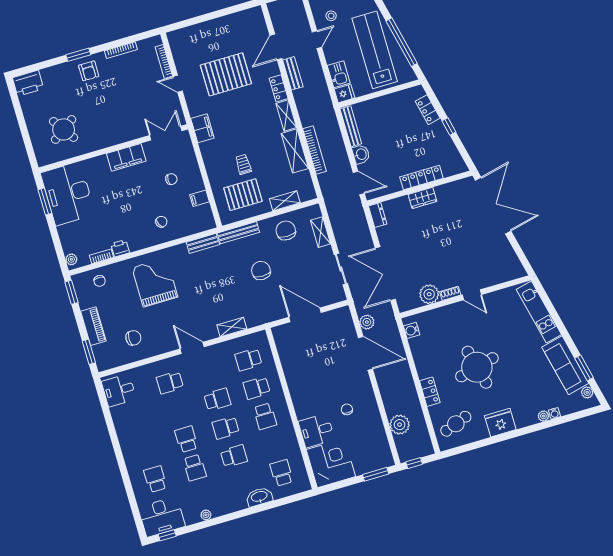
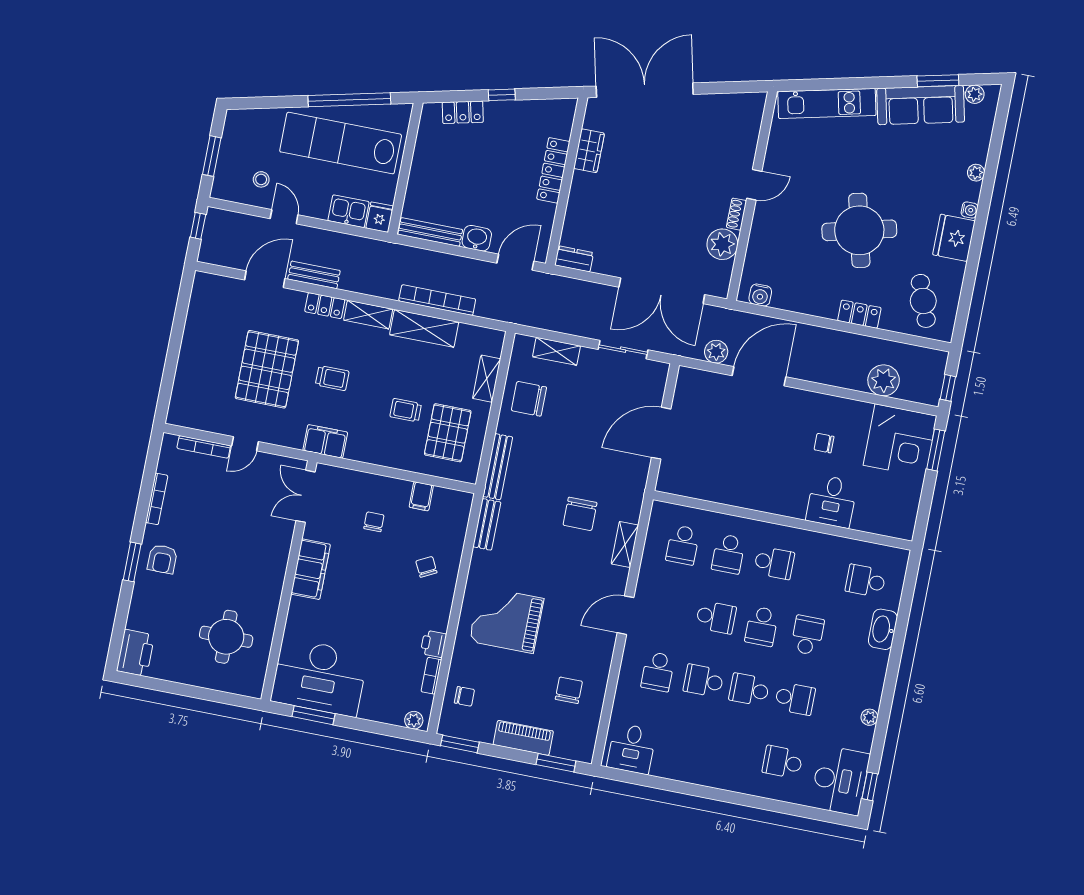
door: (276, 47) -> (265, 279), swing flipped
armchair: (89, 71) -> (162, 559), turned 90
trolley: (240, 114) -> (332, 378), added
round table: (64, 129) -> (226, 637), turned 35
wardrobe: (422, 198) -> (589, 151), moved
chair: (261, 271) -> (580, 514), moved, turned -90
school desk: (217, 399) -> (716, 617), turned 90
school desk: (178, 411) -> (704, 681), added
water cooler: (554, 413) -> (969, 210), moved
corner desk: (331, 463) -> (900, 440), moved, turned 180

